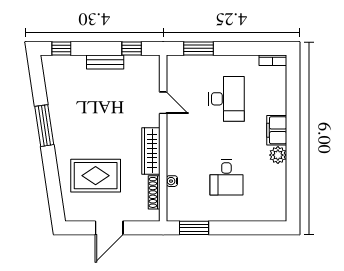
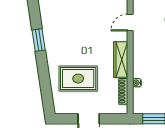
door: (163, 103) -> (130, 22), swing flipped
window: (44, 126) -> (39, 40), width x0.69

